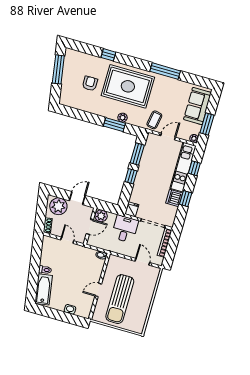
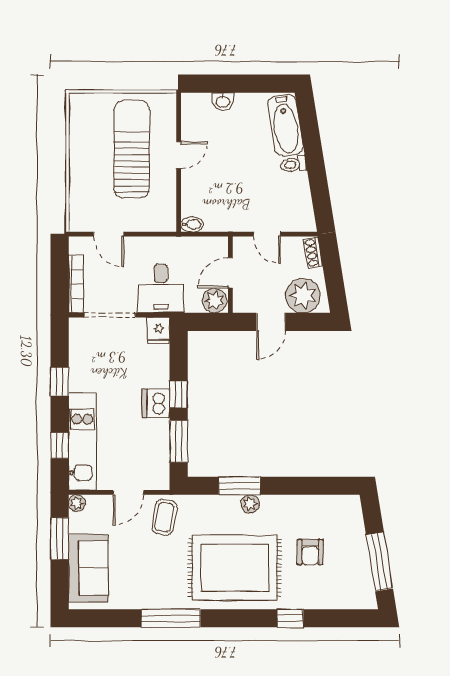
plant: (123, 118) -> (250, 504), moved
dishwasher: (174, 198) -> (156, 403), moved, turned 180

